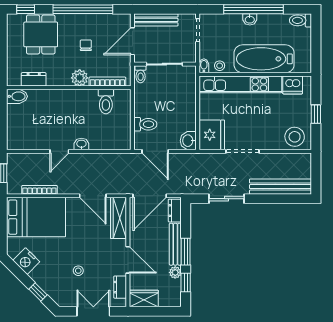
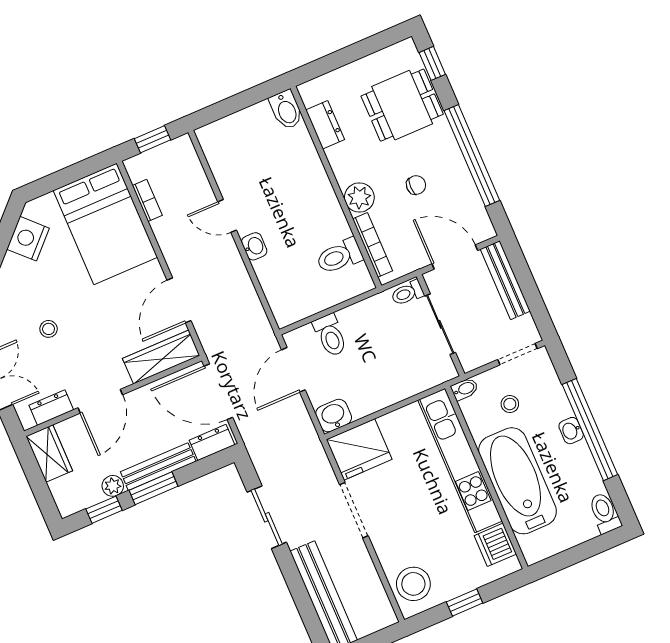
stool: (220, 66) -> (510, 404), moved
bookcase: (39, 190) -> (147, 200), width x0.64

